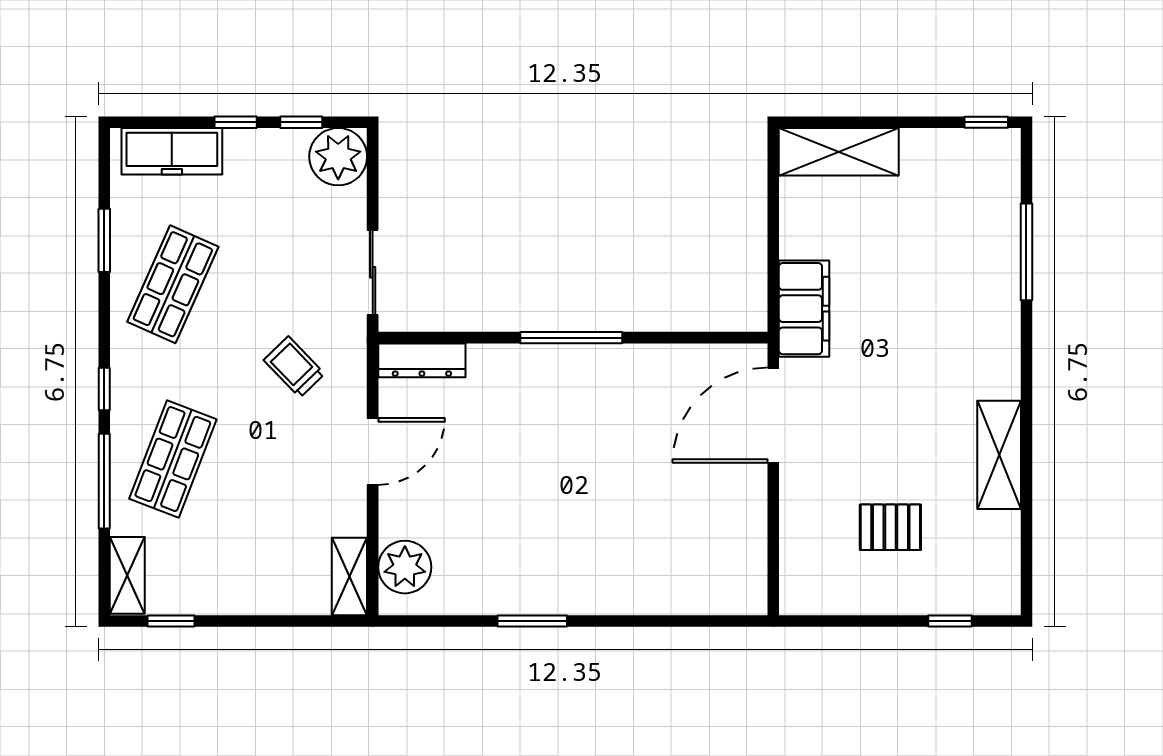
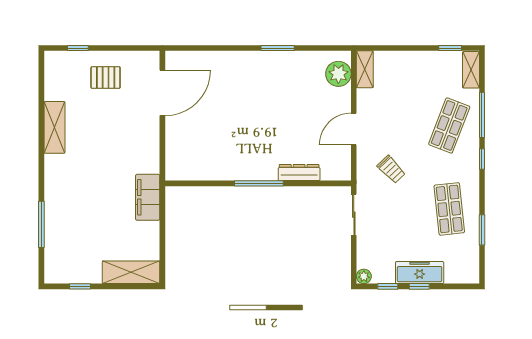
window: (986, 122) -> (80, 286), moved
freezer: (172, 151) -> (420, 273), moved
plant: (338, 157) -> (364, 276), width x0.53, depth x0.53
shop shelf: (173, 284) -> (449, 209), turned -30
dresser: (422, 360) -> (299, 173), moved
door: (773, 415) -> (162, 93), moved
pallet: (890, 527) -> (106, 78), moved

